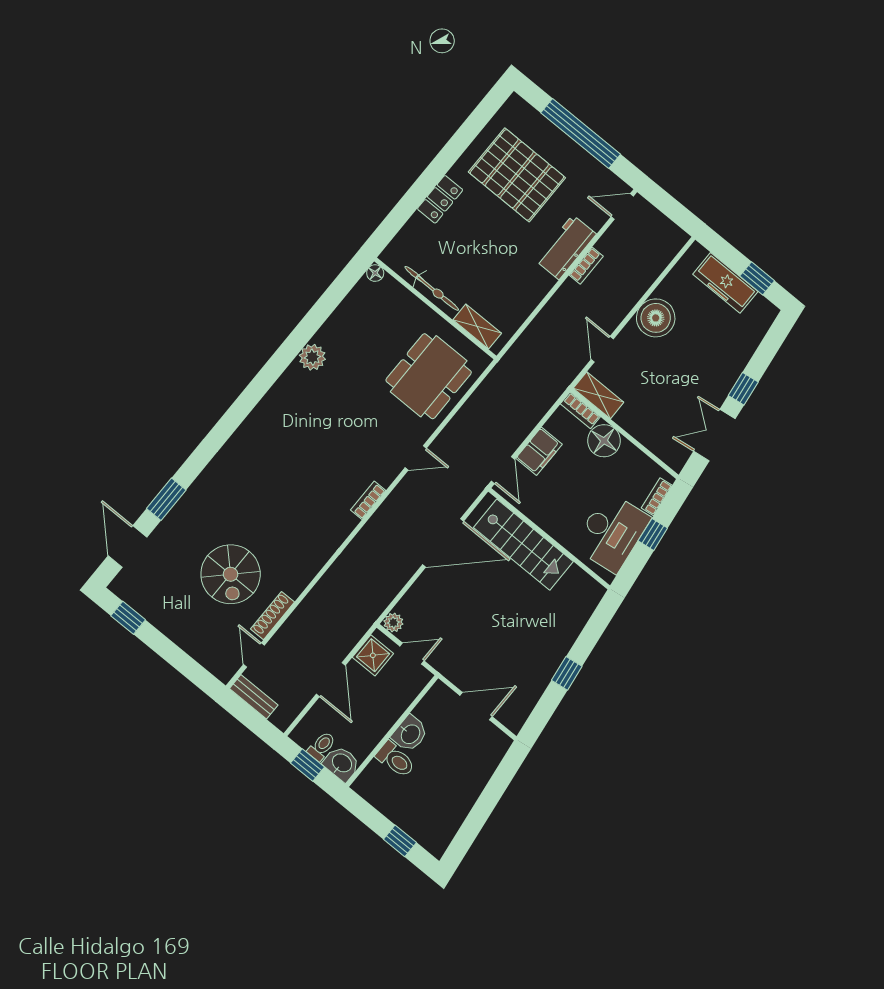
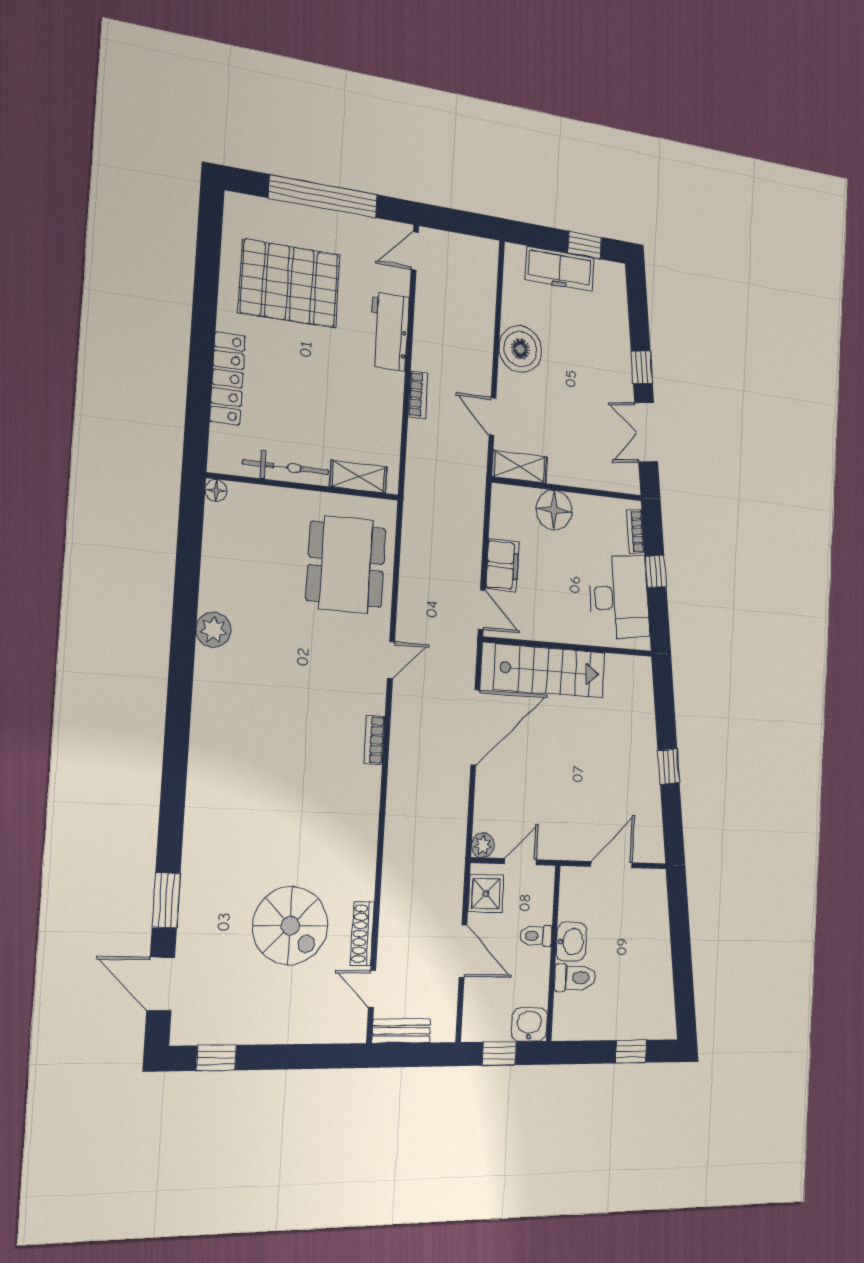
locker: (440, 199) -> (228, 378), width x1.53
bookcase: (586, 266) -> (418, 395), moved
bookcase: (580, 410) -> (513, 495), removed
toilet: (322, 746) -> (536, 936), moved, turned -90

